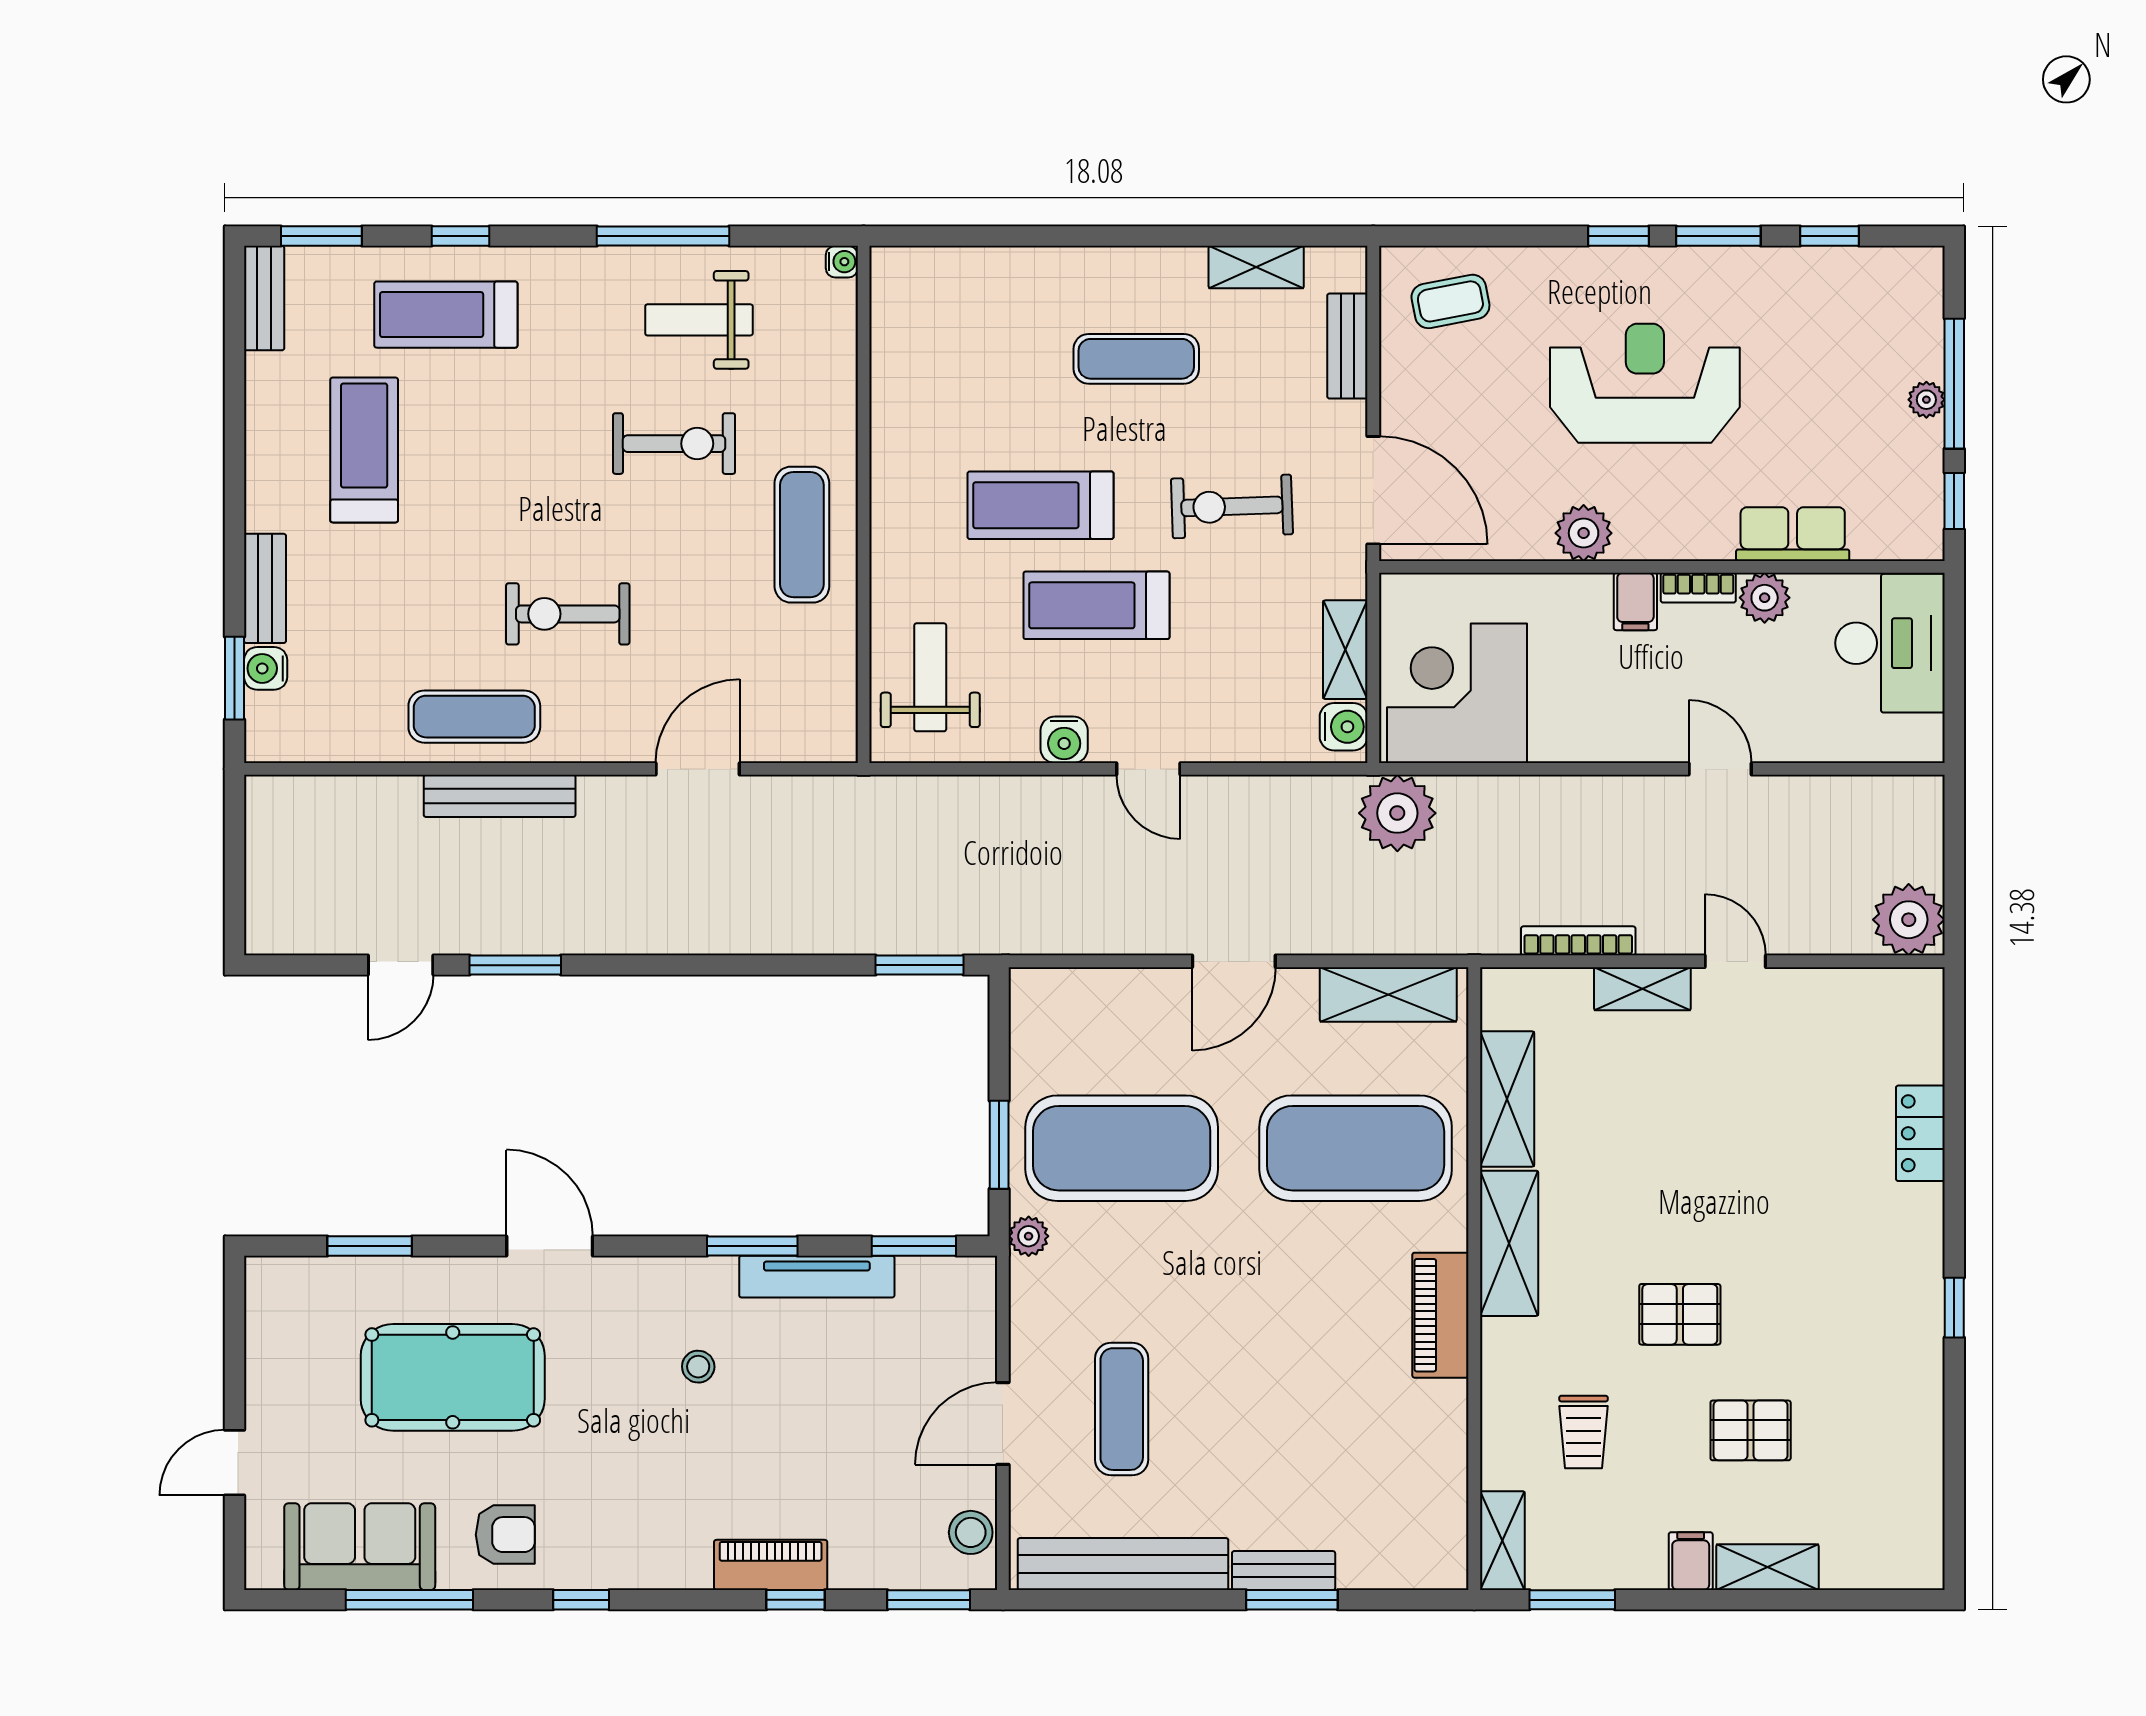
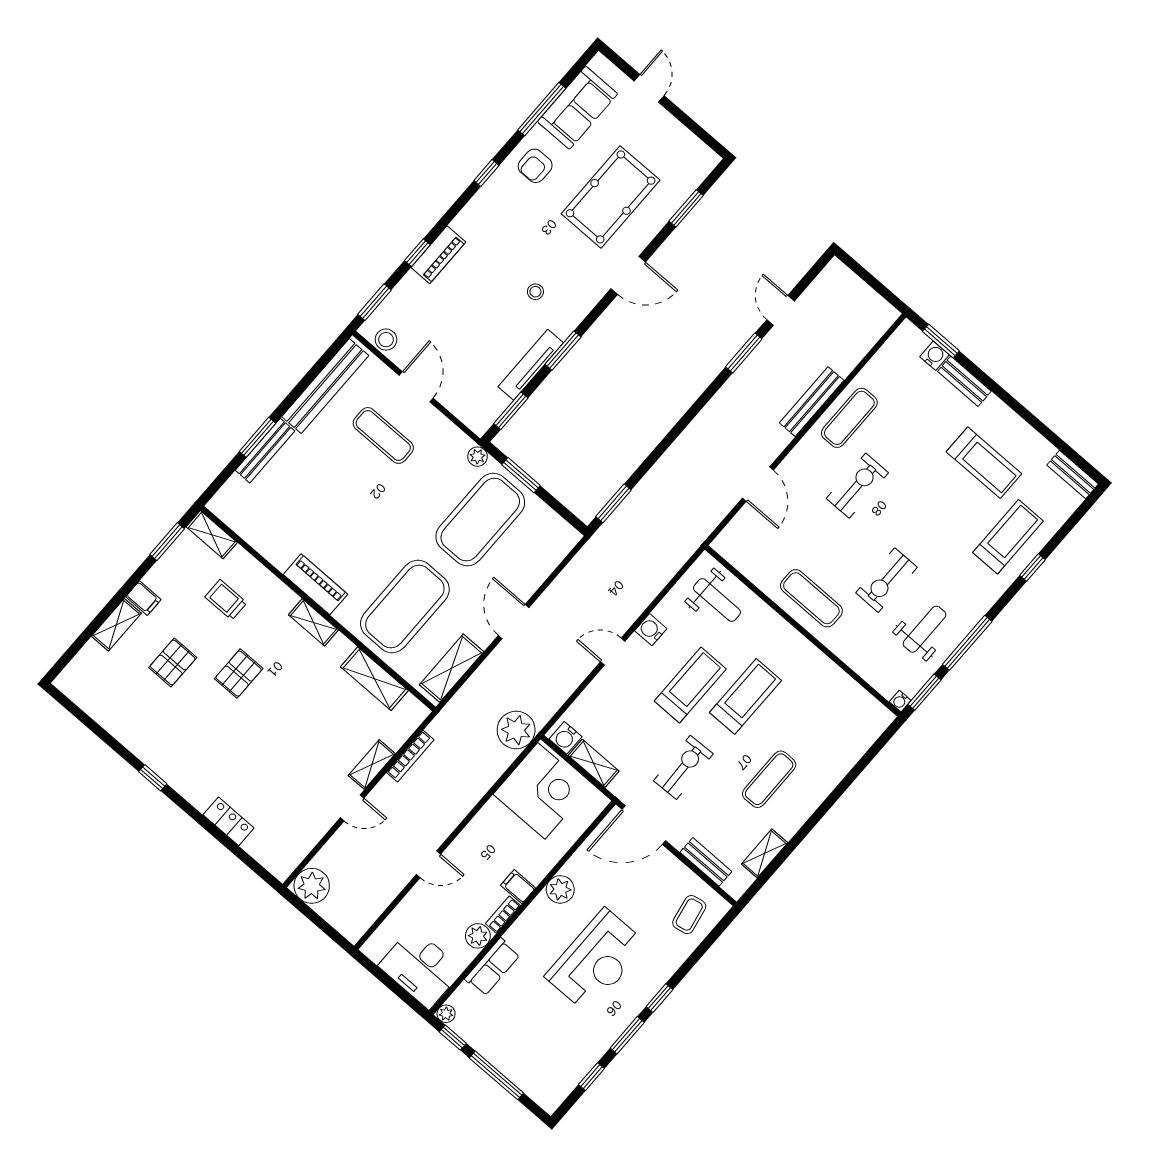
window: (321, 236) -> (924, 692), moved
plant: (1926, 400) -> (446, 1014), moved
shelving: (1509, 1243) -> (313, 622), width x0.67, depth x0.75
bench: (1284, 1571) -> (265, 451), width x1.36

